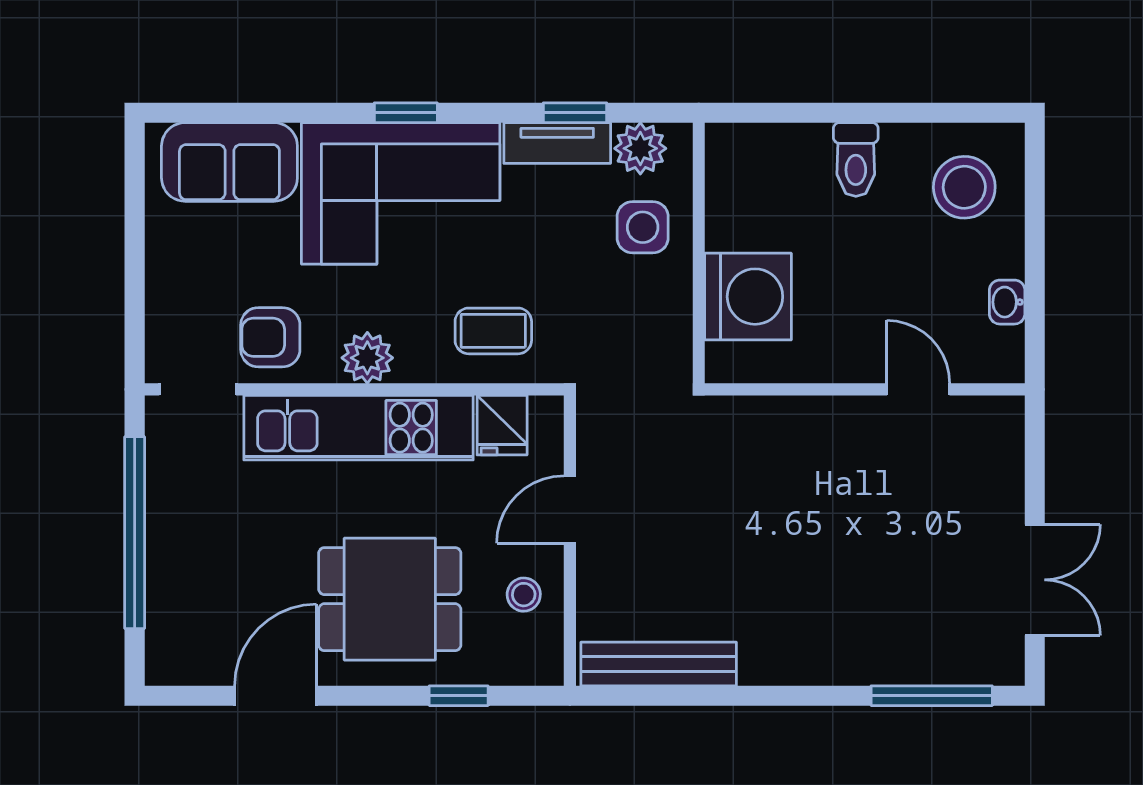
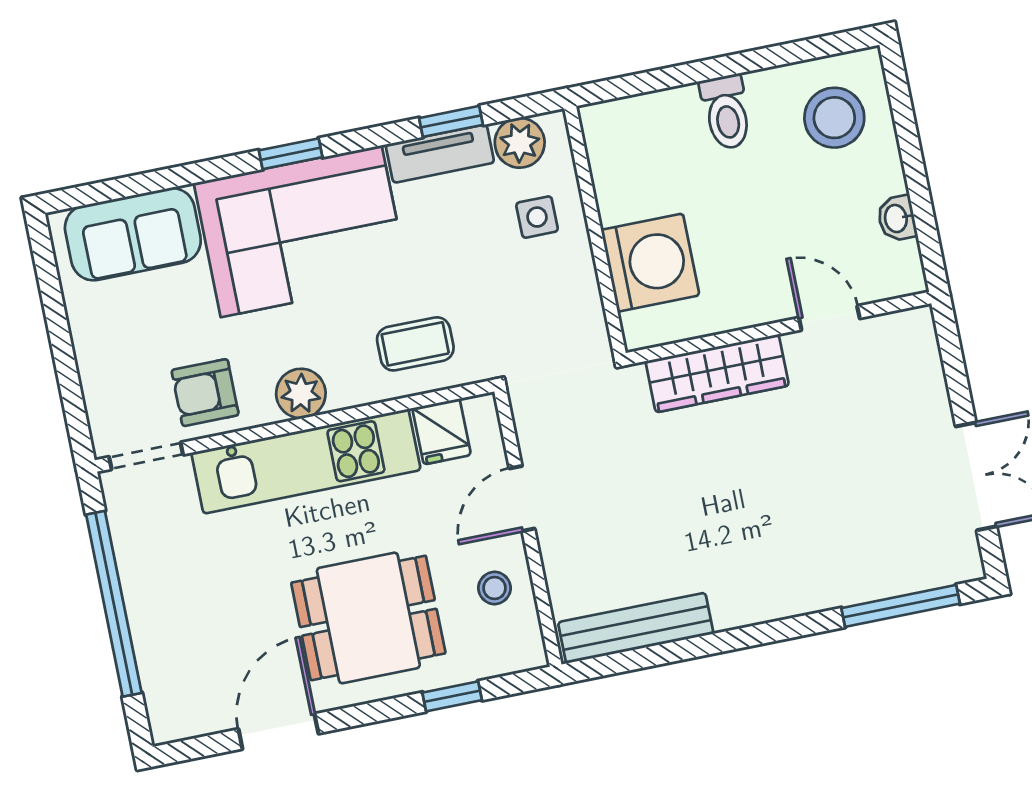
side table: (643, 227) -> (537, 217), width x0.73, depth x0.73
wardrobe: (793, 422) -> (717, 373), added

